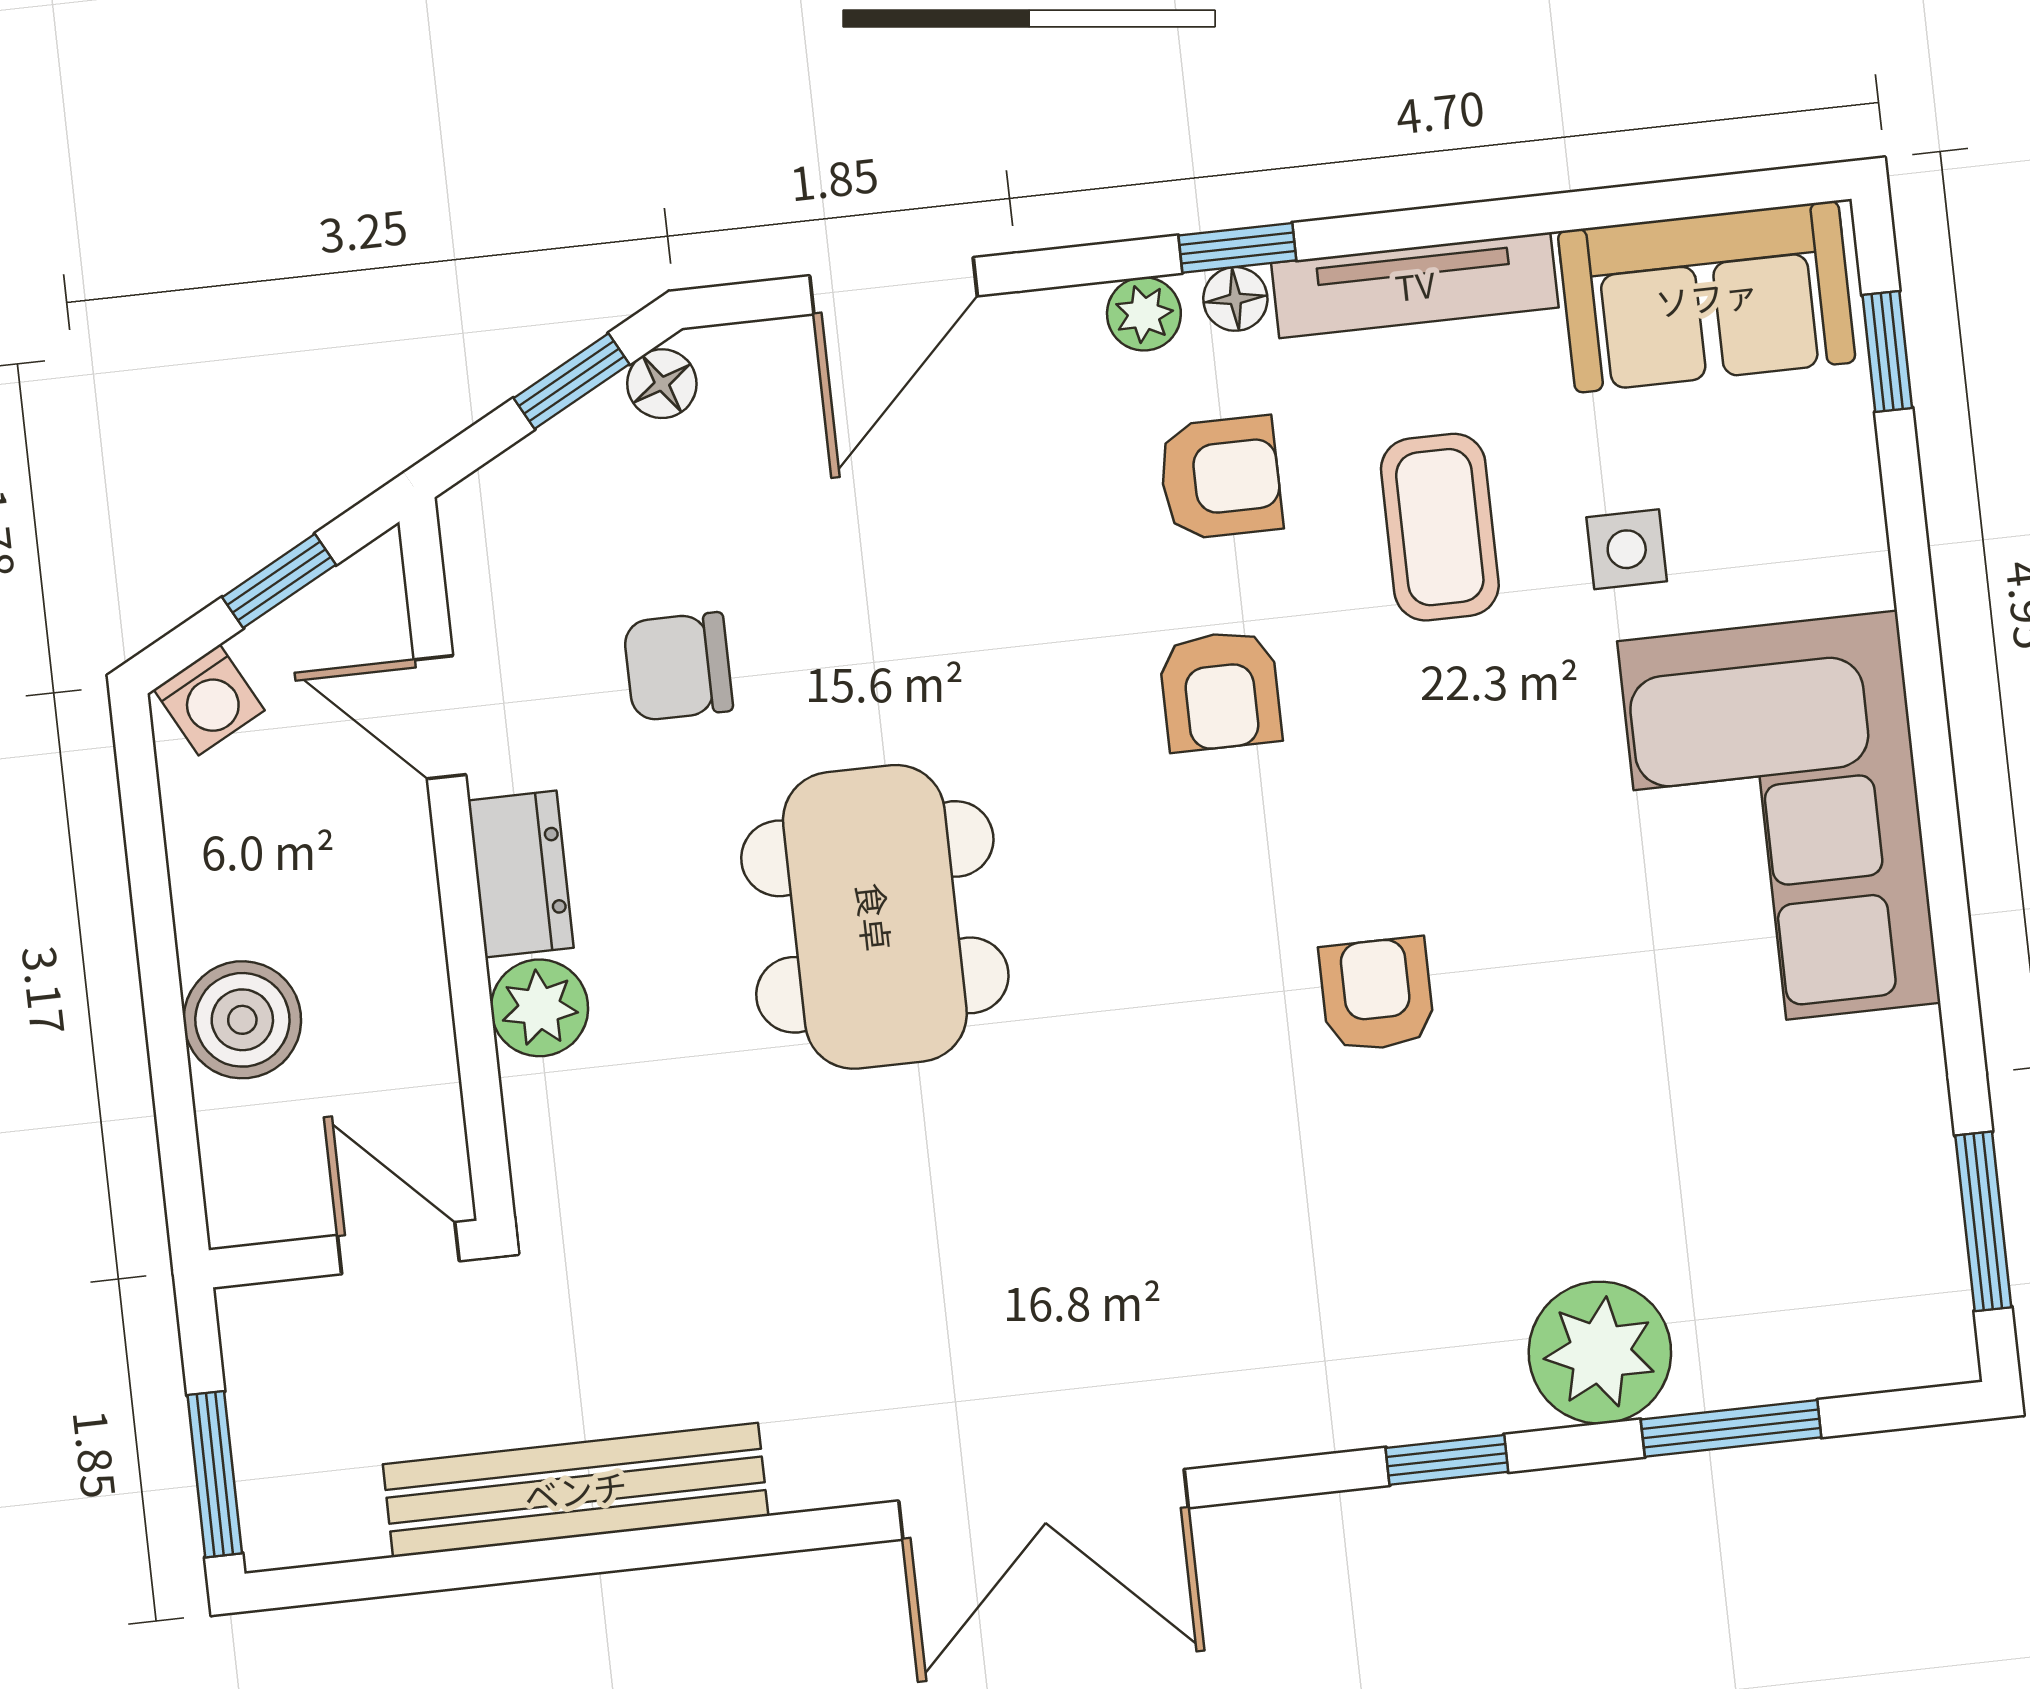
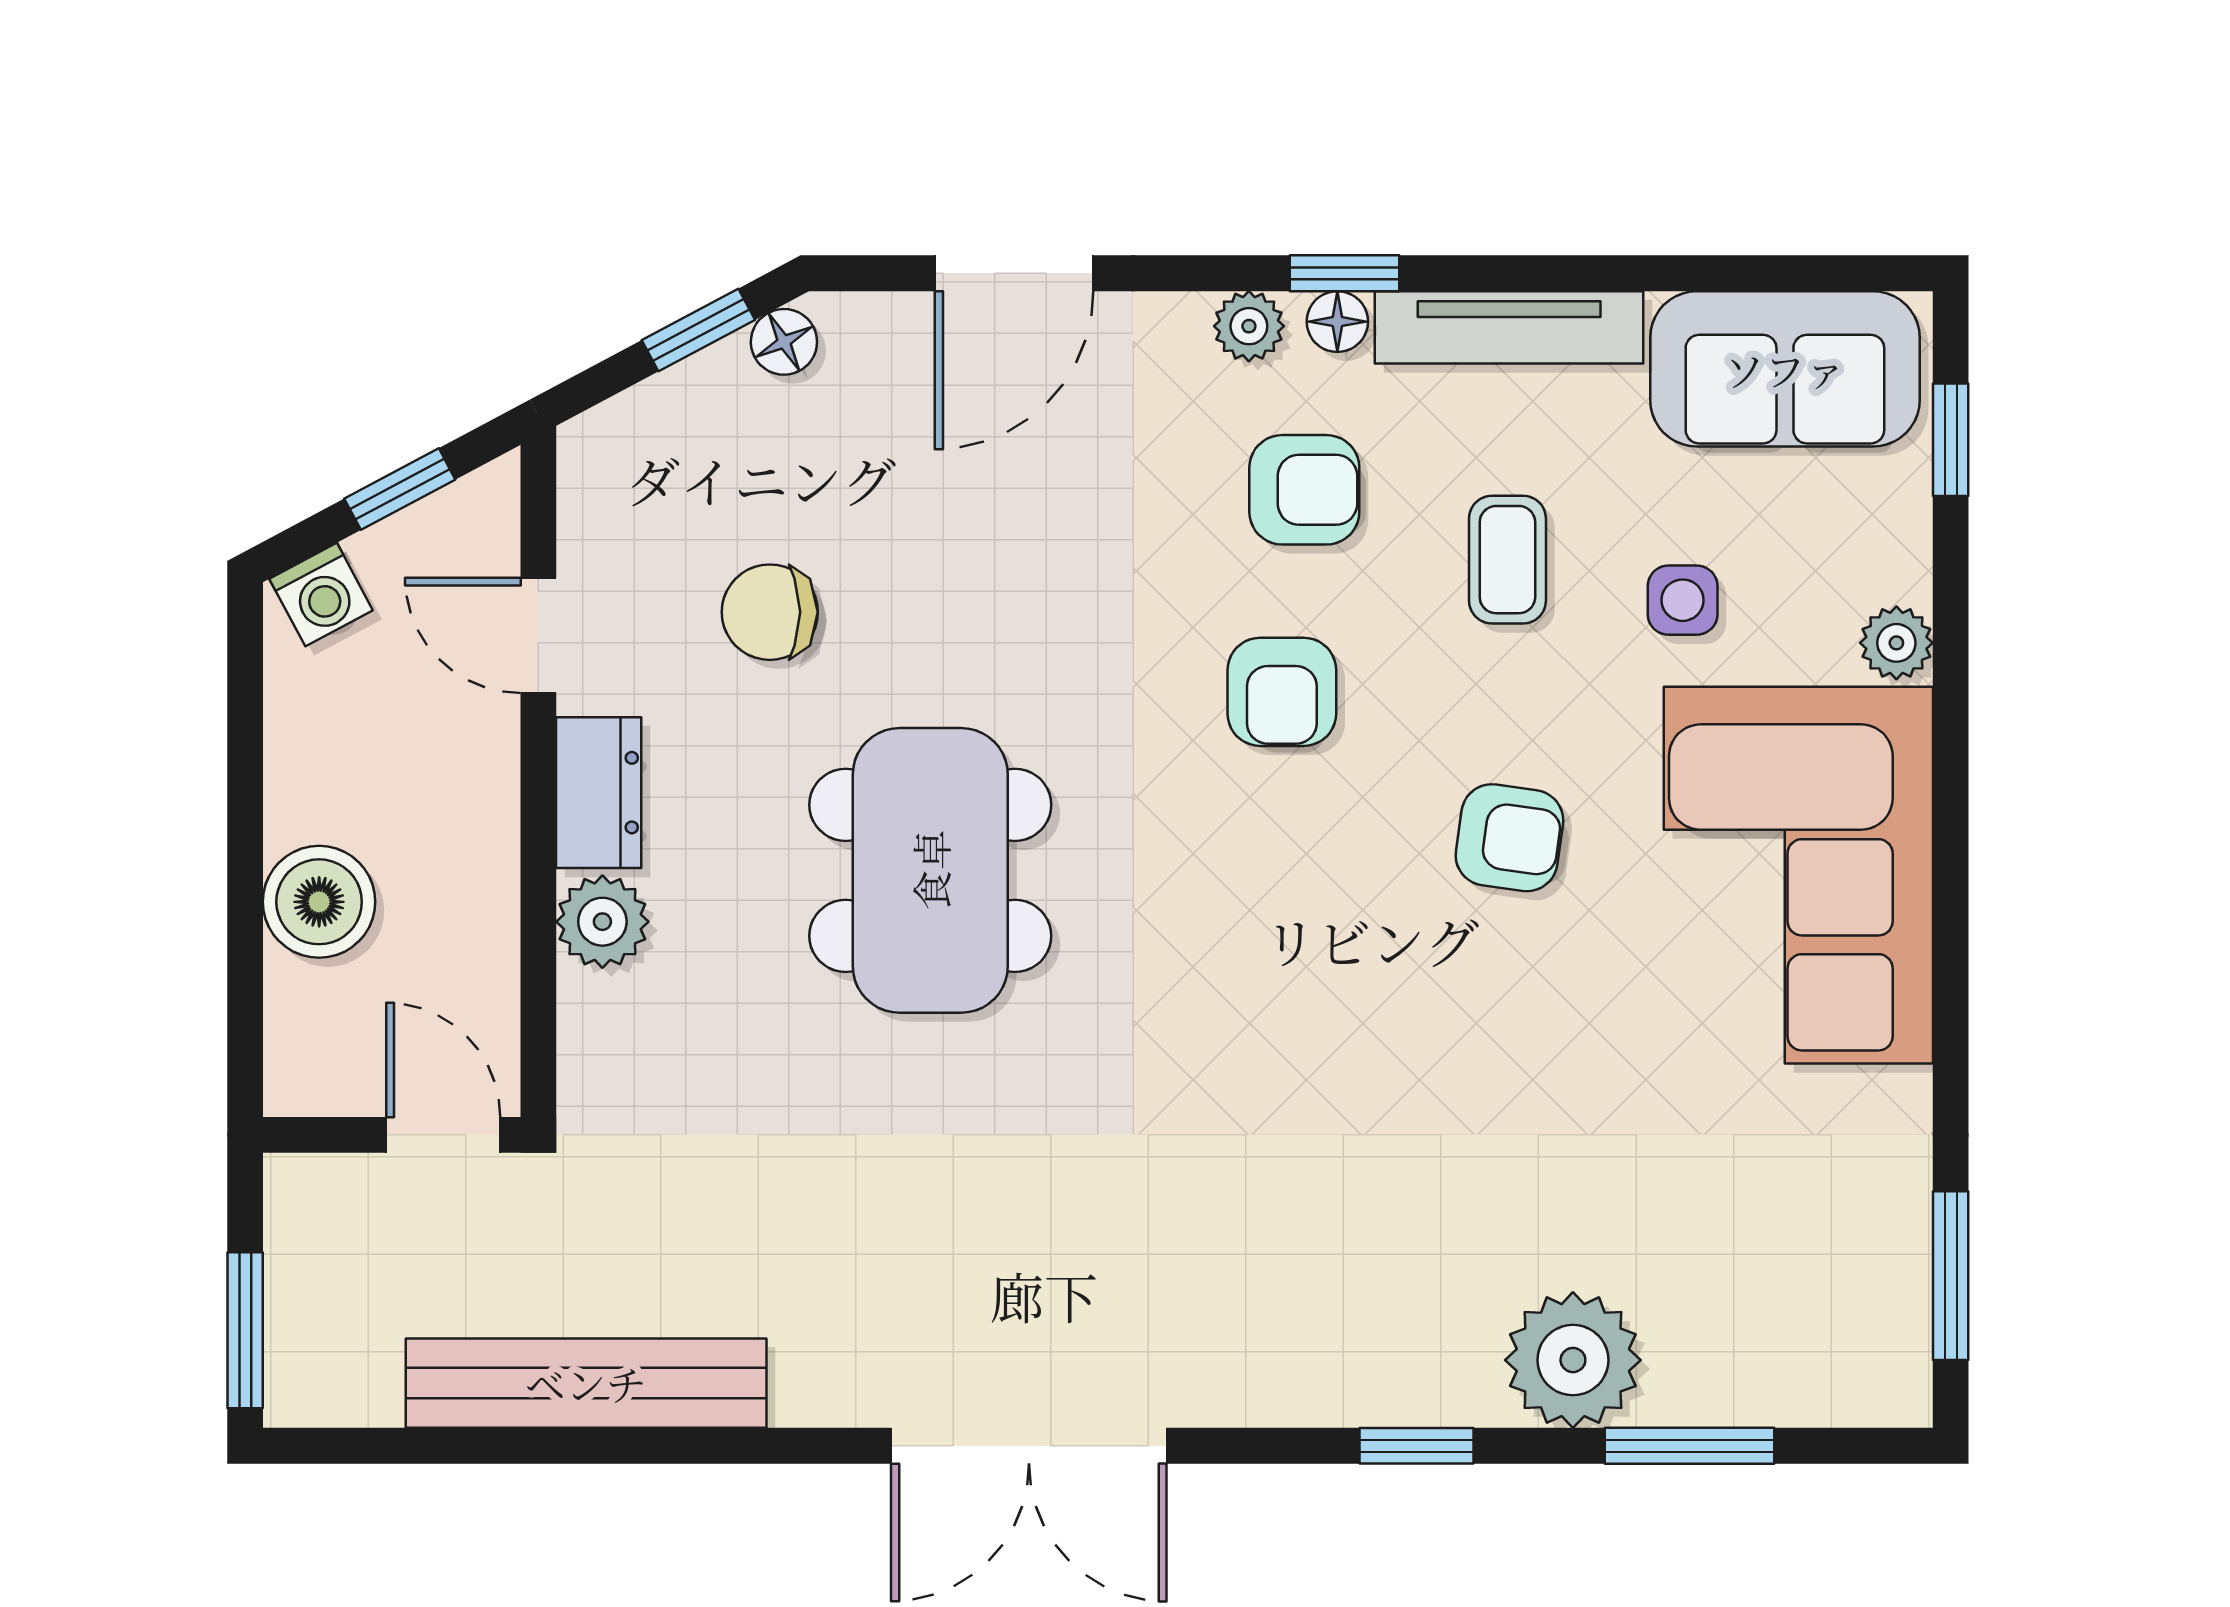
coffee table: (1440, 527) -> (1507, 560), width x0.73, depth x0.77
plant: (1854, 569) -> (1896, 643), added
armchair: (1377, 994) -> (1509, 838), moved, turned 98

